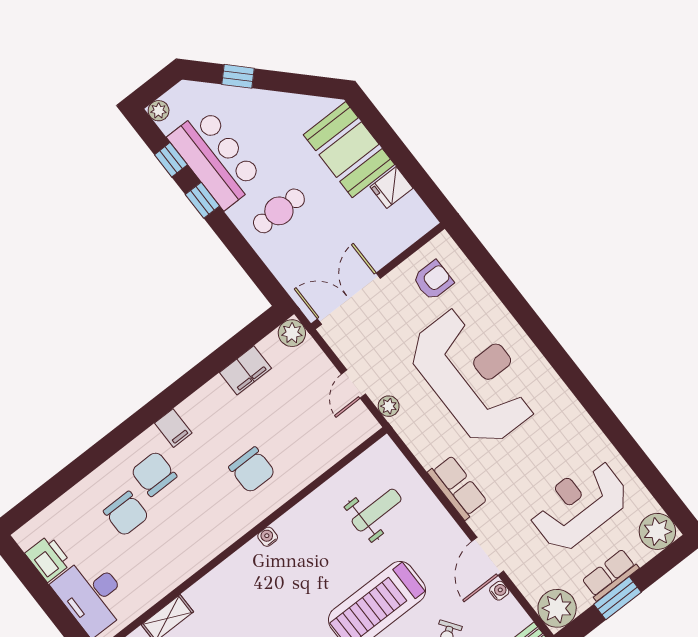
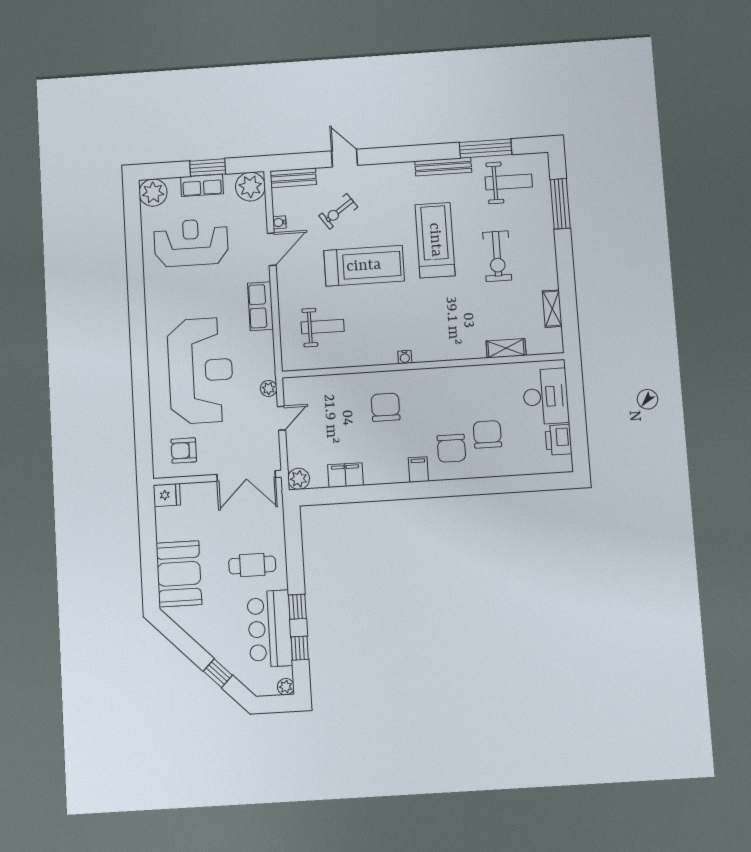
fridge: (392, 187) -> (167, 495), moved
reception desk: (474, 376) -> (201, 371), turned 180
reception desk: (579, 505) -> (191, 243), turned 180
weight bench: (377, 510) -> (323, 327), turned 180

